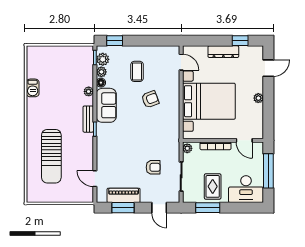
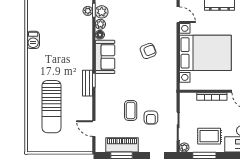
coffee table: (137, 71) -> (131, 110), moved
plant: (89, 91) -> (88, 11), moved
bench: (88, 119) -> (87, 83), moved
plant: (187, 148) -> (184, 147), moved
armchair: (153, 167) -> (151, 118), turned 90
rug: (213, 186) -> (209, 136), turned 90

